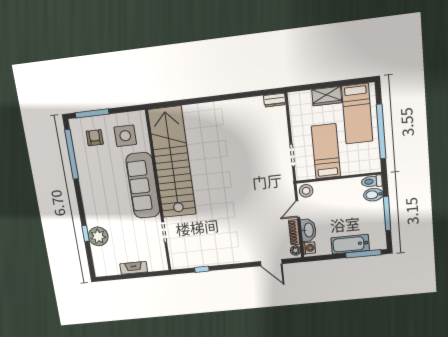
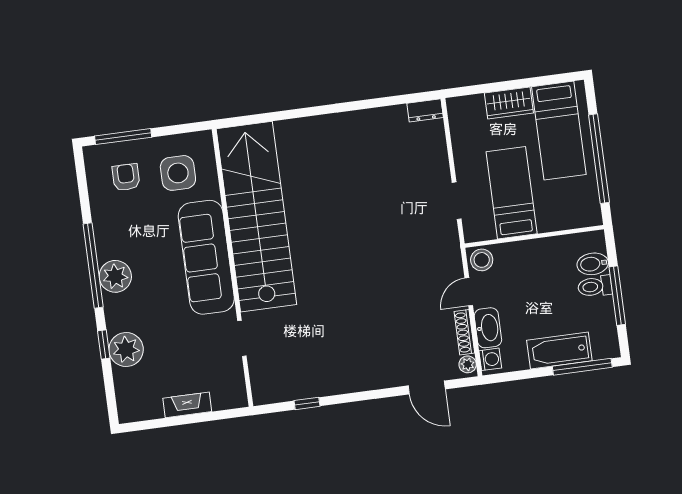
window: (72, 154) -> (93, 266), moved
toilet: (372, 181) -> (595, 286), moved
plant: (91, 195) -> (115, 276), added

